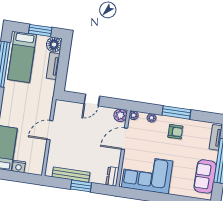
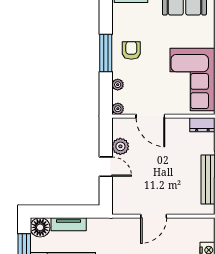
plant: (120, 115) -> (120, 146), moved
door: (50, 130) -> (154, 216), hinge flipped

